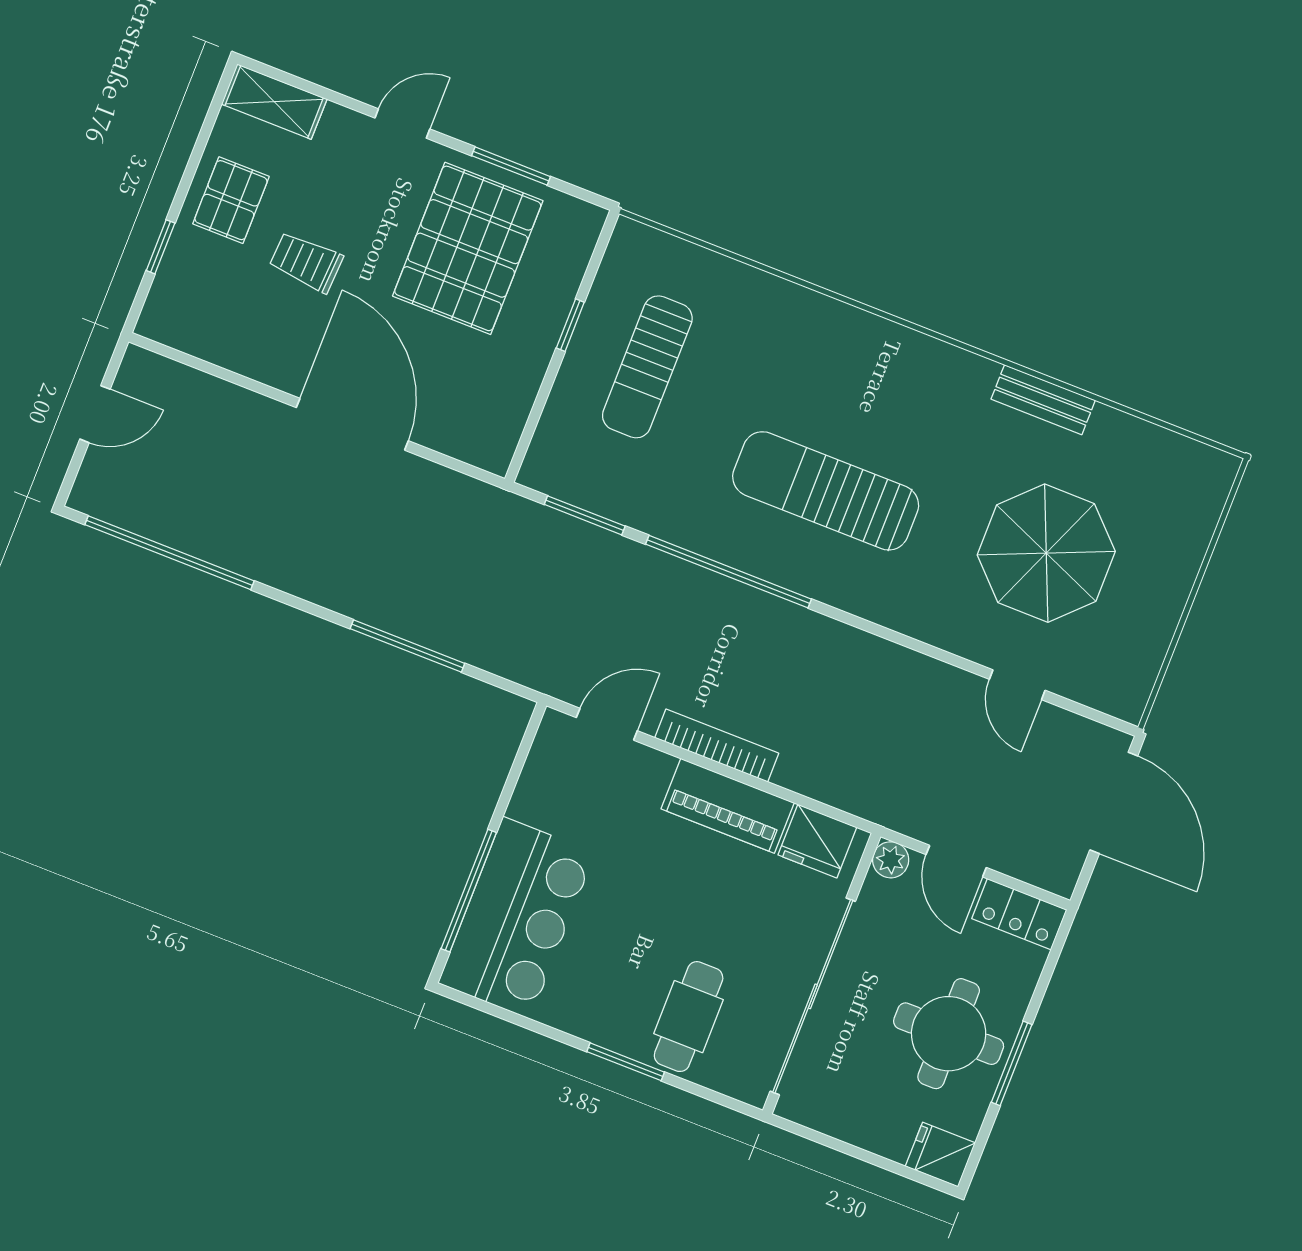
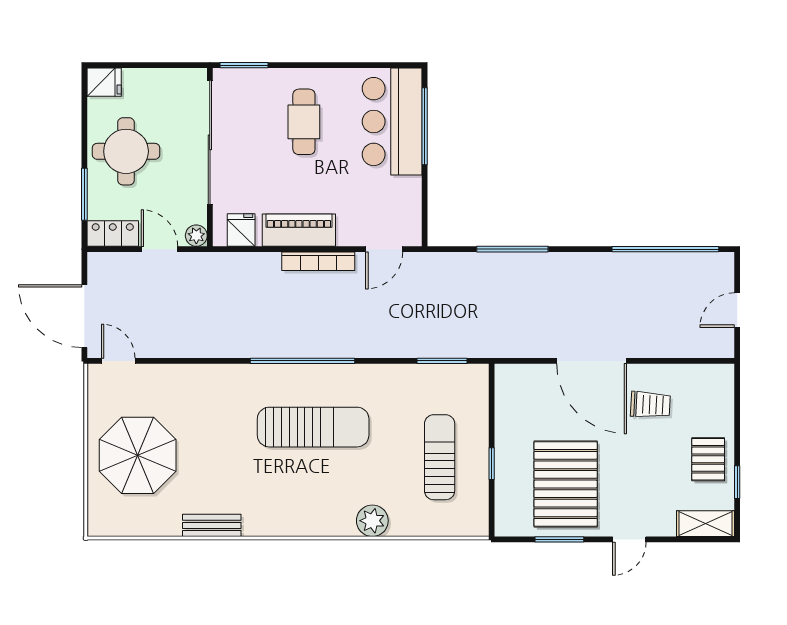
window: (161, 247) -> (737, 482), moved
trolley: (306, 262) -> (650, 405), moved
plant: (791, 309) -> (372, 521), added
parasol: (1046, 553) -> (138, 455), moved
window: (728, 572) -> (303, 361), moved
door: (1017, 685) -> (118, 361), moved
fridge: (817, 841) -> (241, 230), width x0.72
cafe table: (689, 1017) -> (304, 122), moved
window: (626, 1062) -> (244, 65), moved
window: (1012, 1063) -> (84, 194), moved

